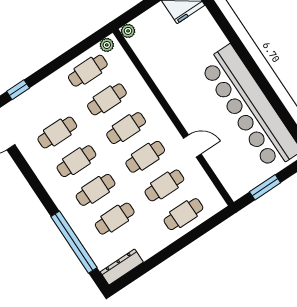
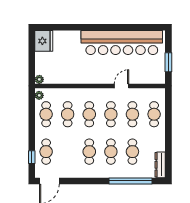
cafe table: (57, 133) -> (46, 152), moved

